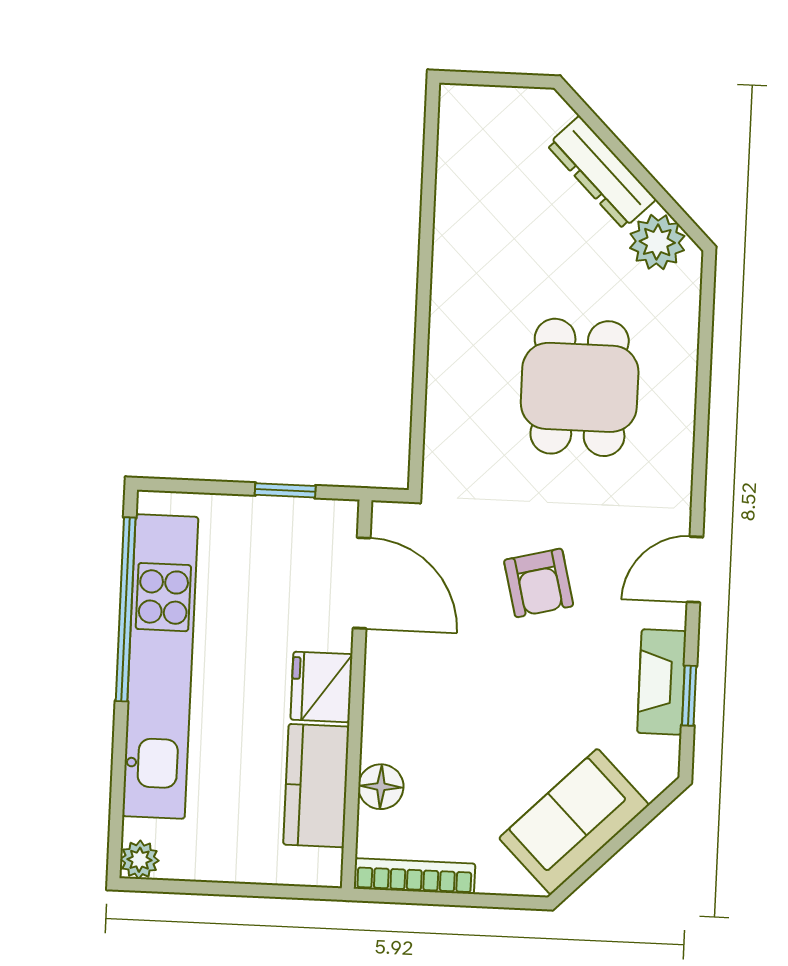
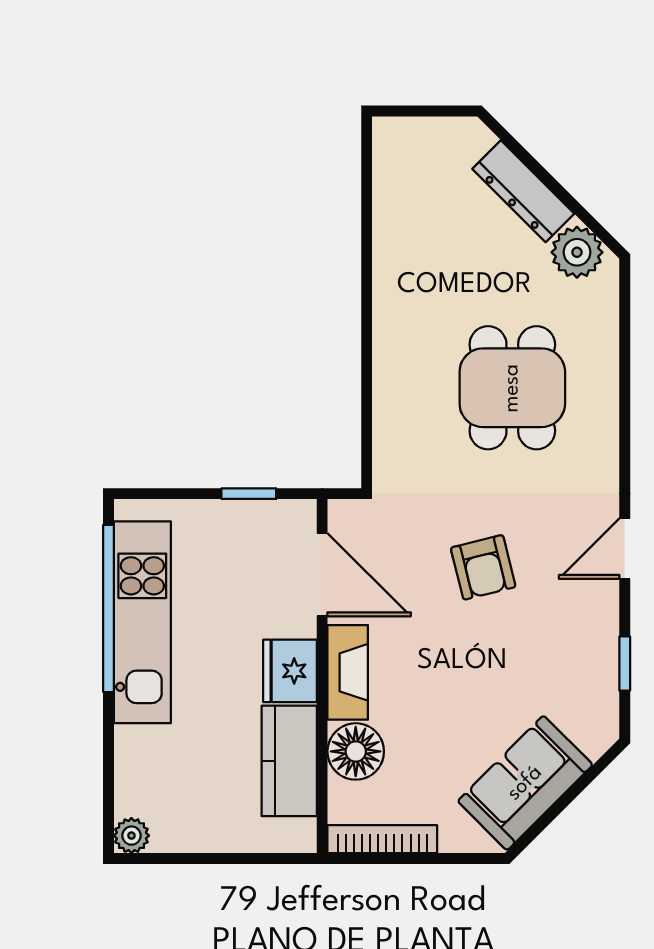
kitchen unit: (160, 667) -> (142, 622), width x0.73
fireplace: (662, 682) -> (348, 672), moved, turned 180
floor lamp: (381, 787) -> (356, 751), width x1.38, depth x1.38

